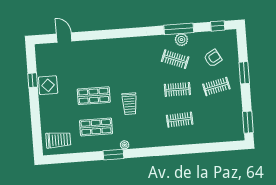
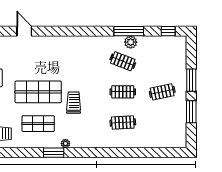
door: (64, 37) -> (24, 31), moved
armchair: (213, 58) -> (161, 63), removed
shop shelf: (94, 96) -> (38, 92), width x1.43, depth x1.36
trolley: (129, 104) -> (74, 103), turned 180
window: (248, 122) -> (191, 112), moved

